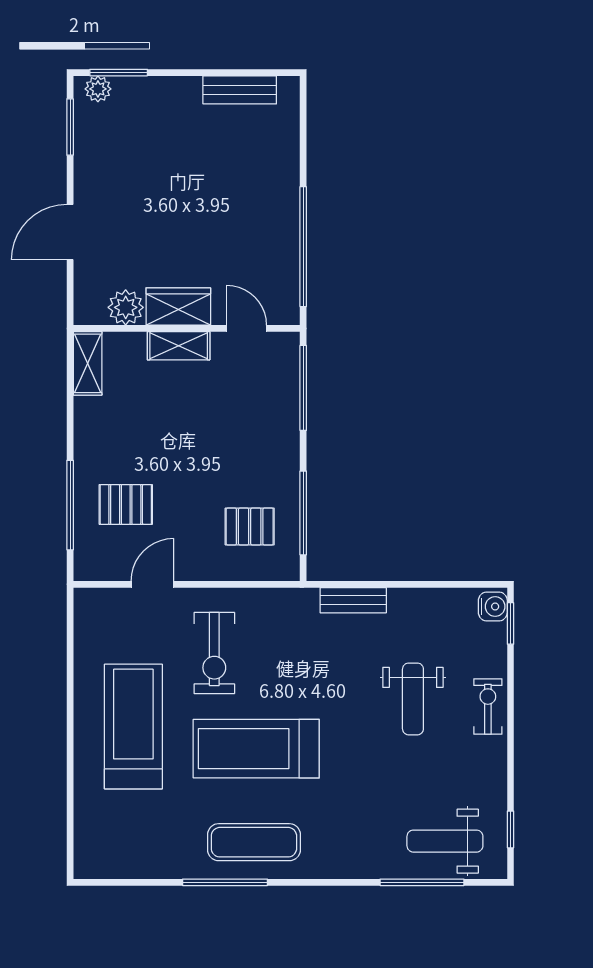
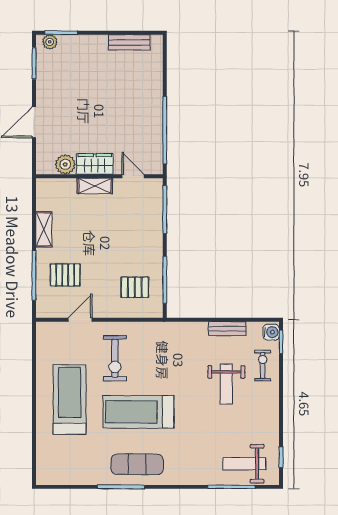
shelving: (88, 363) -> (44, 229), moved
bench: (353, 600) -> (227, 329), moved
exercise bike: (488, 706) -> (263, 365), moved

